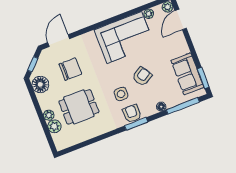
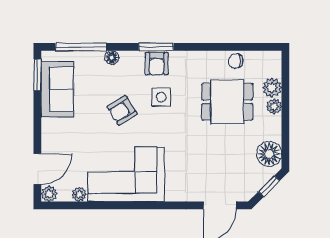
chair: (70, 69) -> (236, 61), moved, width x0.54, depth x0.54

